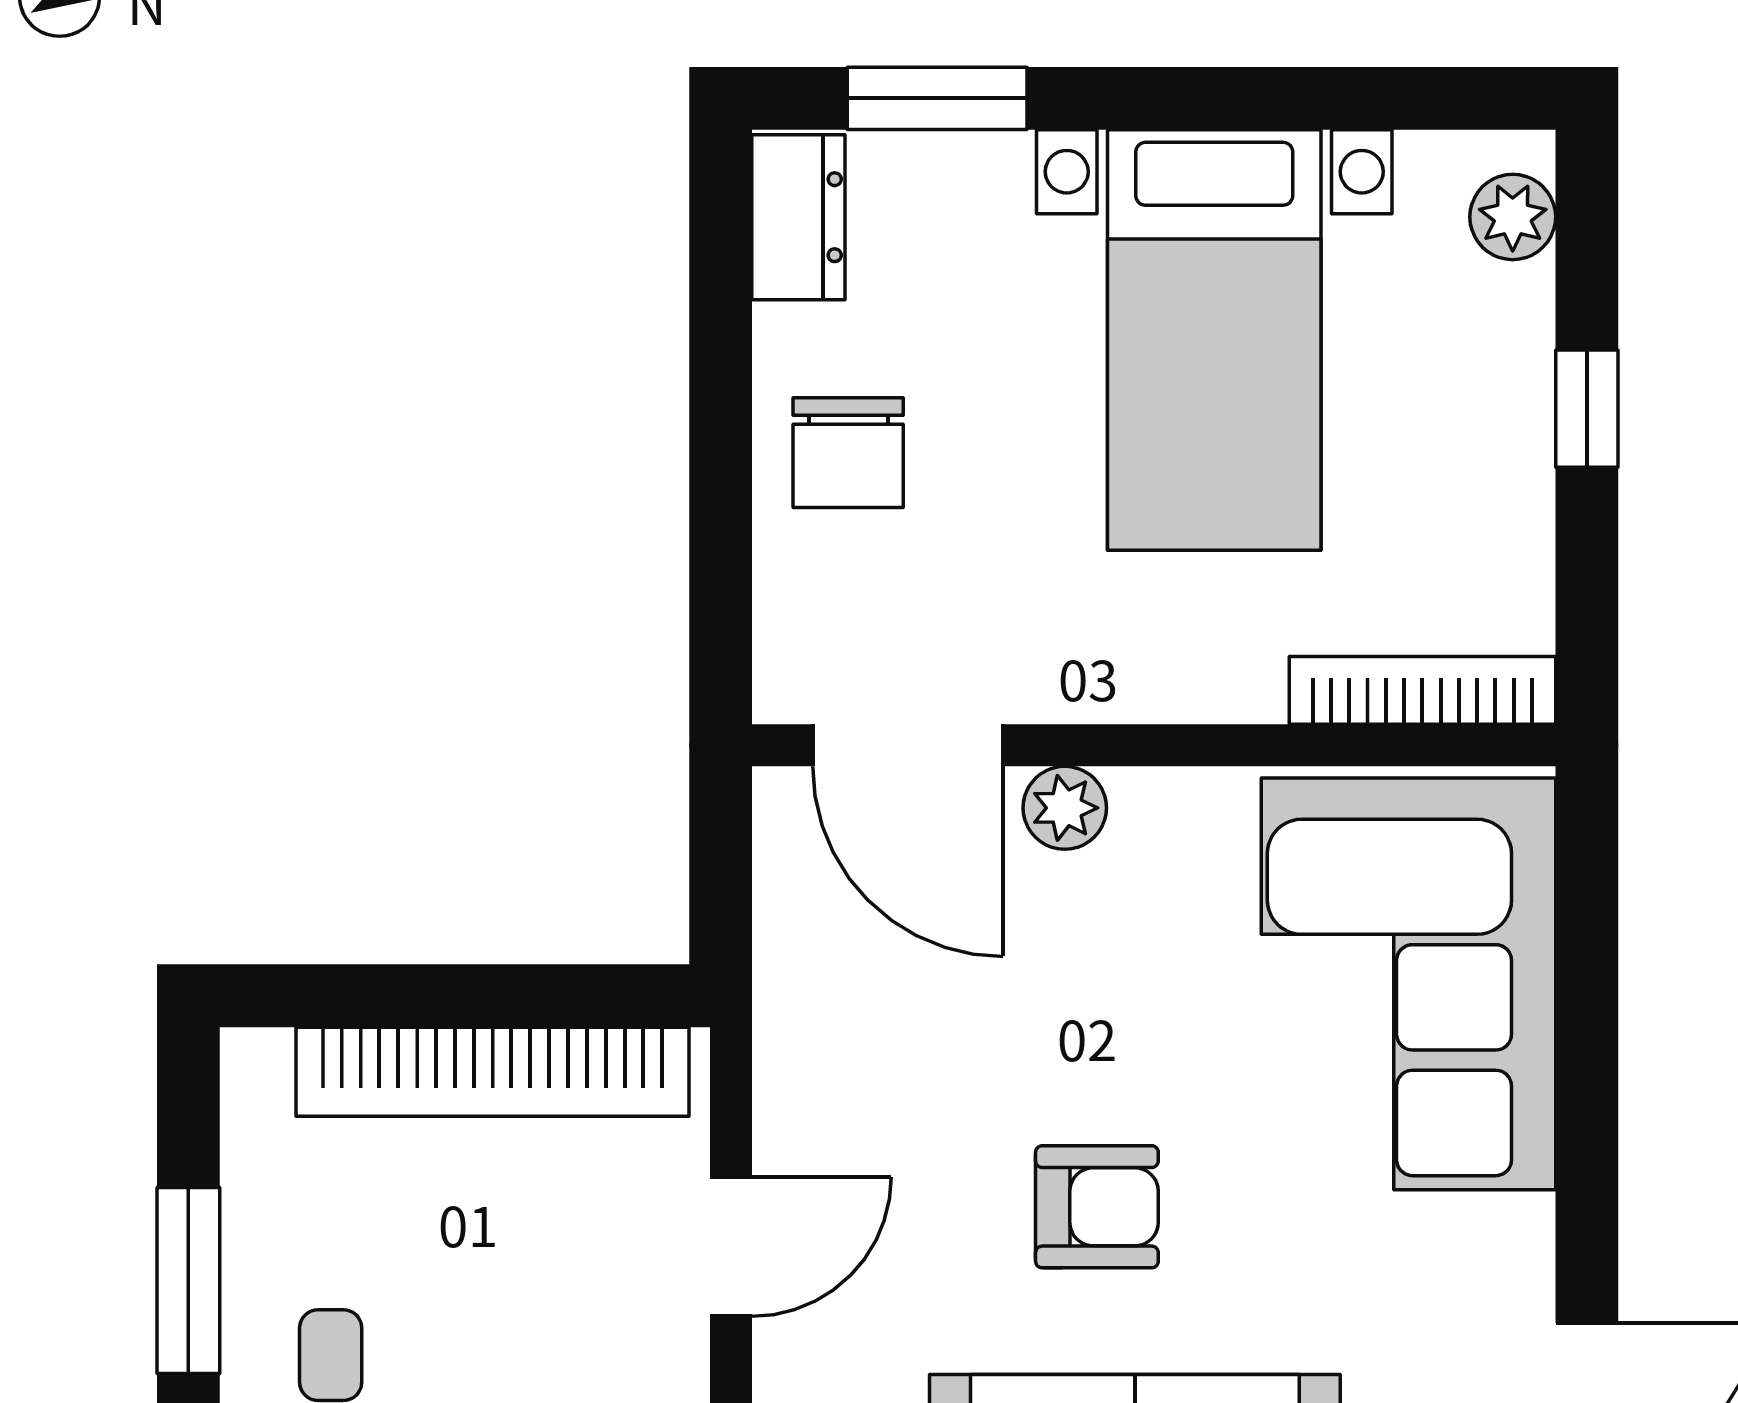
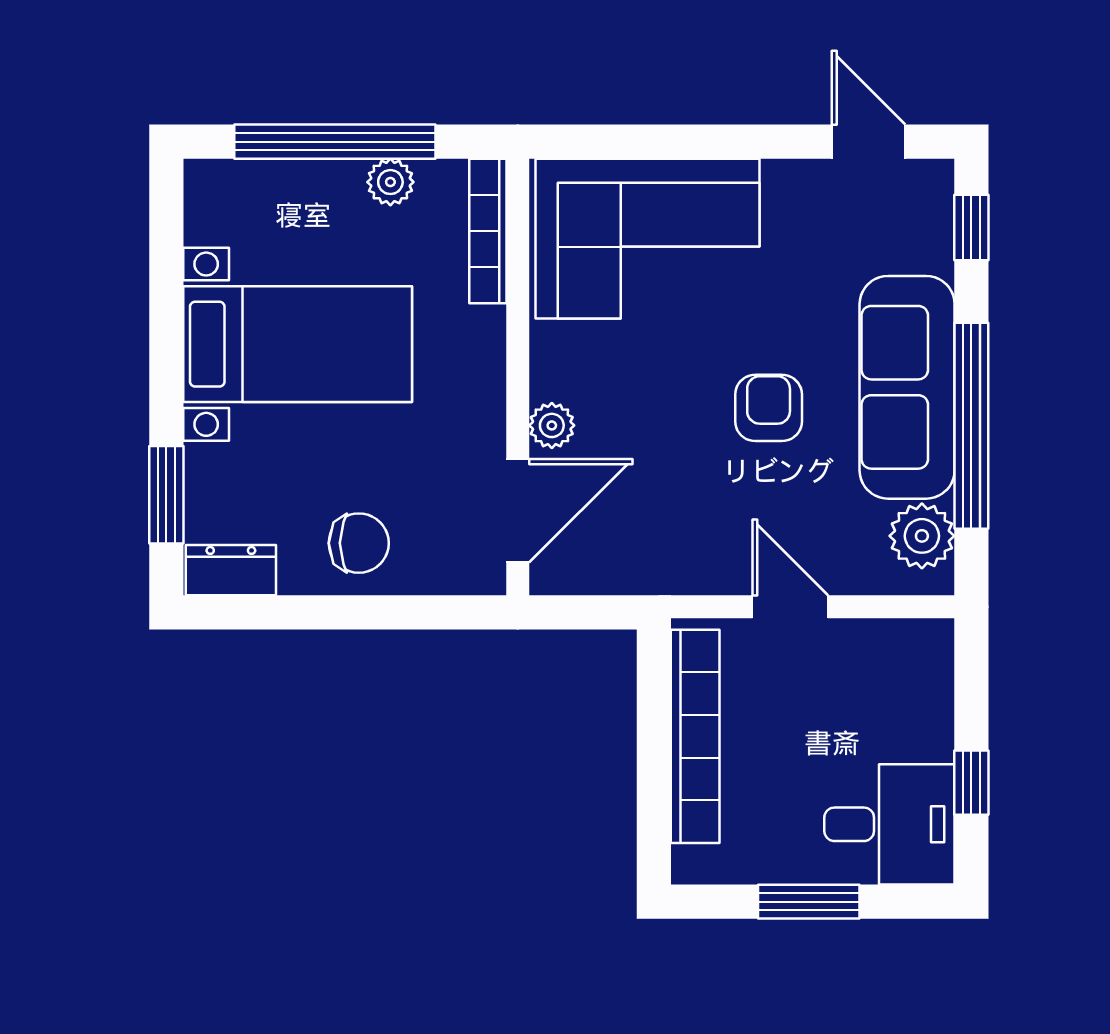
plant: (1513, 217) -> (390, 182), moved
window: (1587, 409) -> (335, 142), width x3.17

